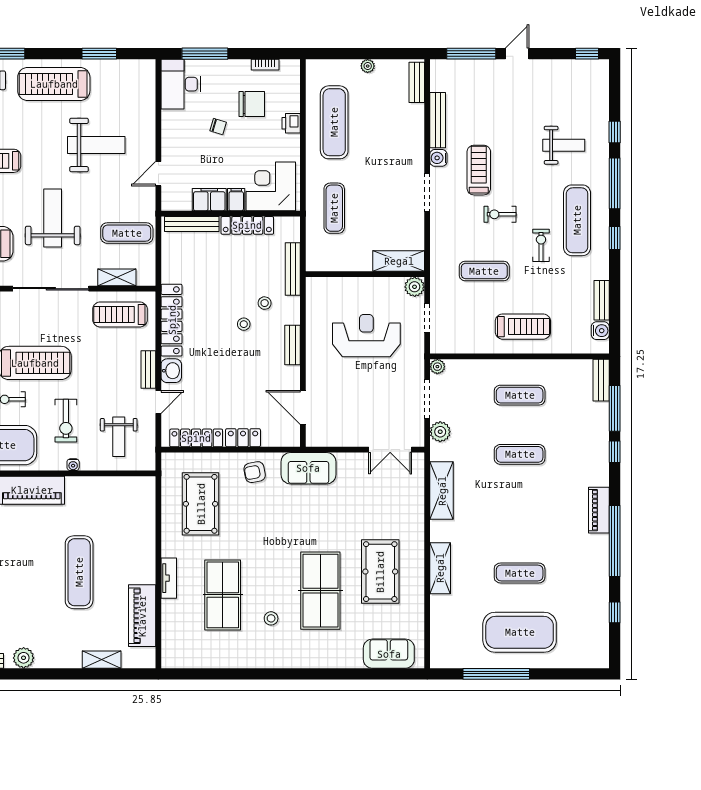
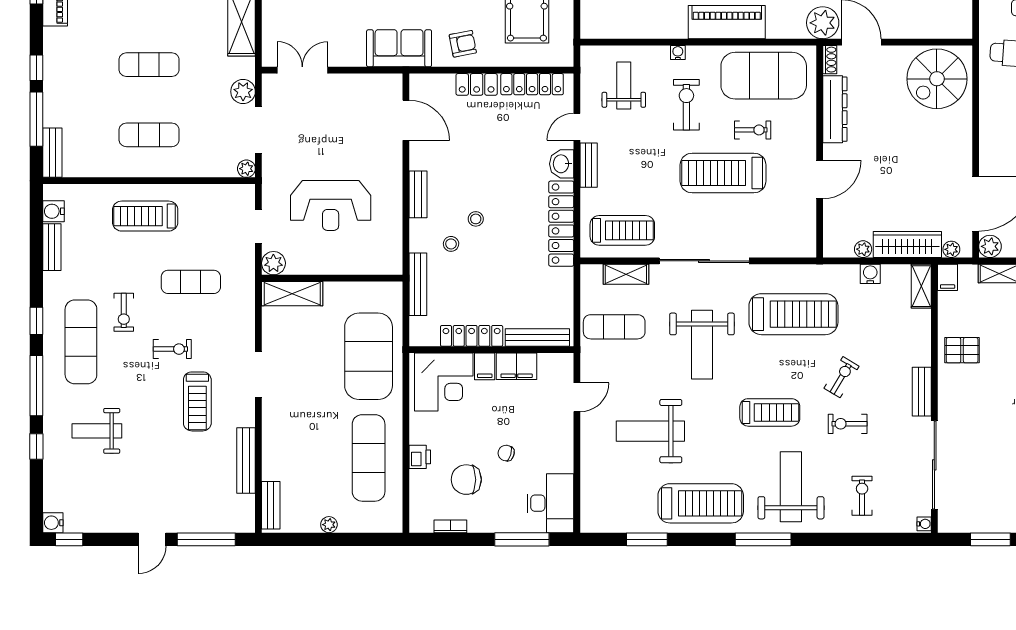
water cooler: (438, 158) -> (53, 523), moved, turned 180
exercise mat: (334, 208) -> (369, 356), width x2.00, depth x1.45

